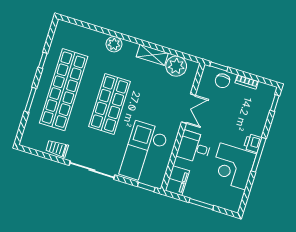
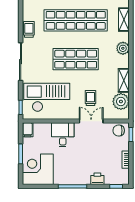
shelving: (80, 32) -> (124, 20), added
chair: (222, 81) -> (119, 131), moved
trolley: (161, 101) -> (90, 98), added
double door: (188, 109) -> (91, 121), swing flipped
printer: (253, 143) -> (97, 179), moved
corner desk: (233, 166) -> (38, 169), moved
filing cabinet: (177, 181) -> (28, 130), width x0.50

